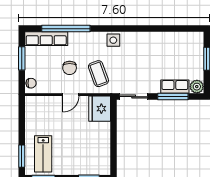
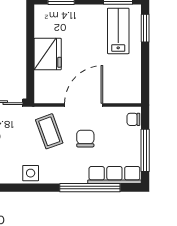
window: (22, 58) -> (145, 150), width x1.44
door: (71, 95) -> (84, 105), width x1.88
fridge: (100, 109) -> (48, 54), moved

